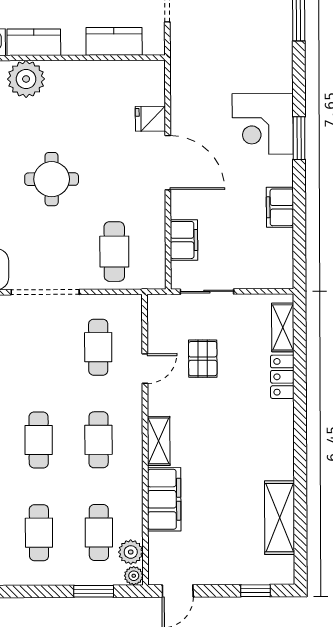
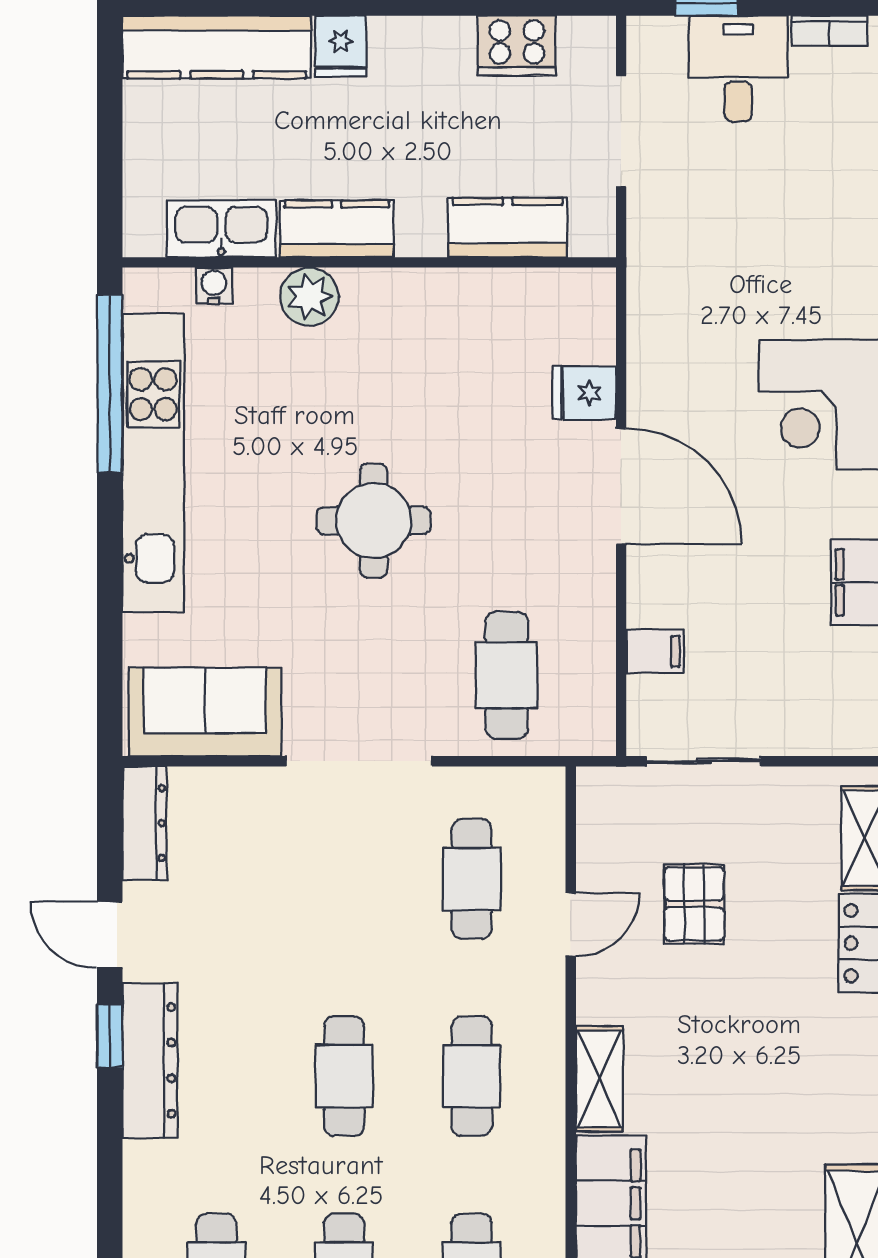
plant: (26, 79) -> (309, 297), width x0.73, depth x0.73
filing cabinet: (184, 240) -> (655, 651), width x0.50

